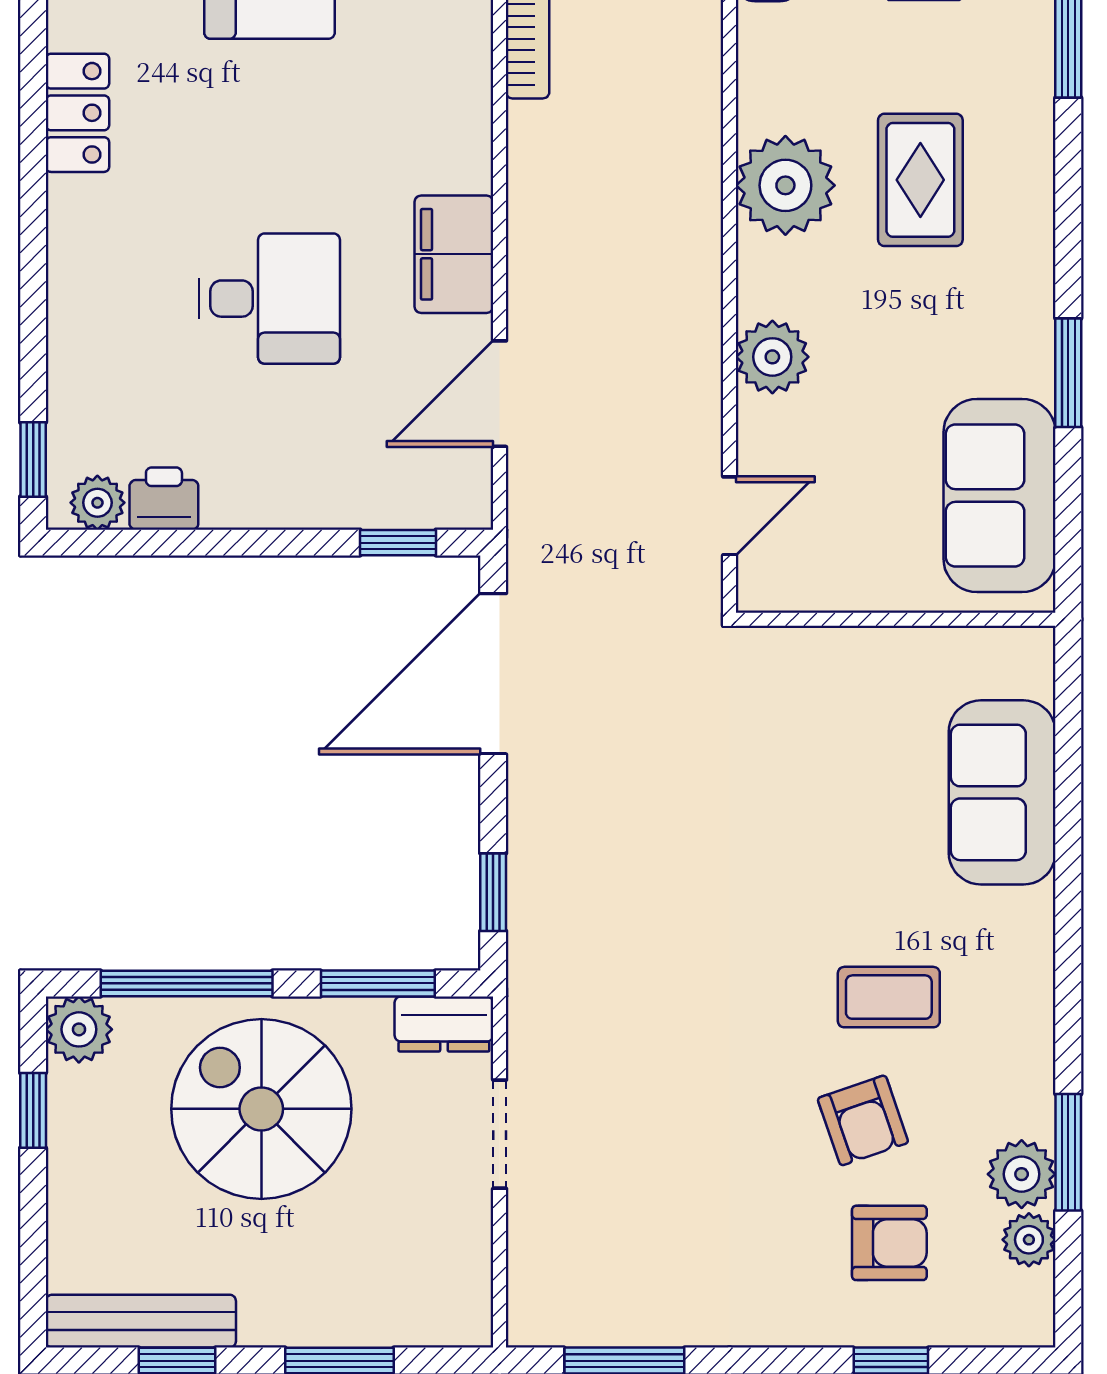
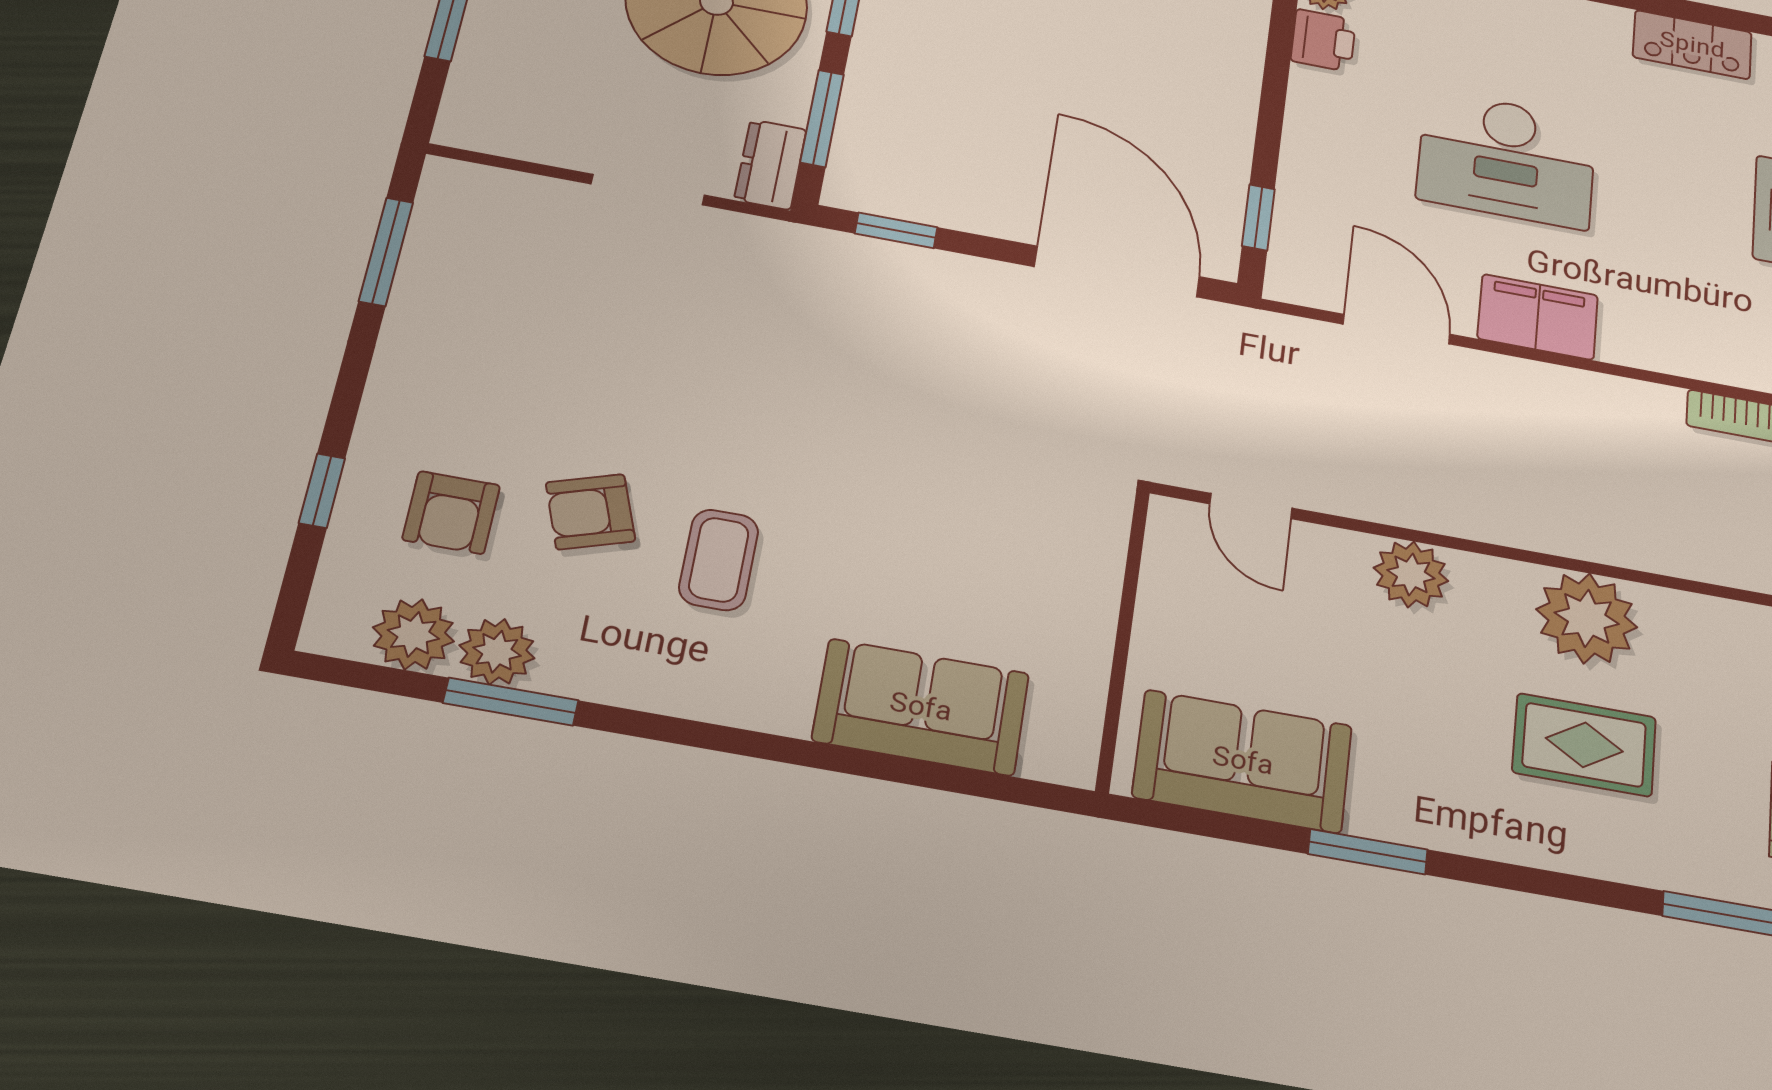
desk: (269, 299) -> (1507, 159), width x1.37
plant: (1029, 1240) -> (413, 634), width x1.38, depth x1.38

